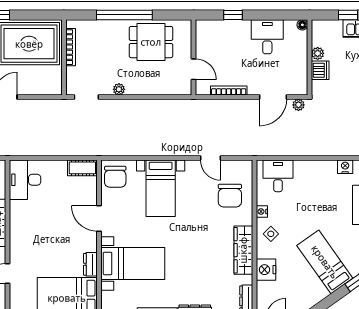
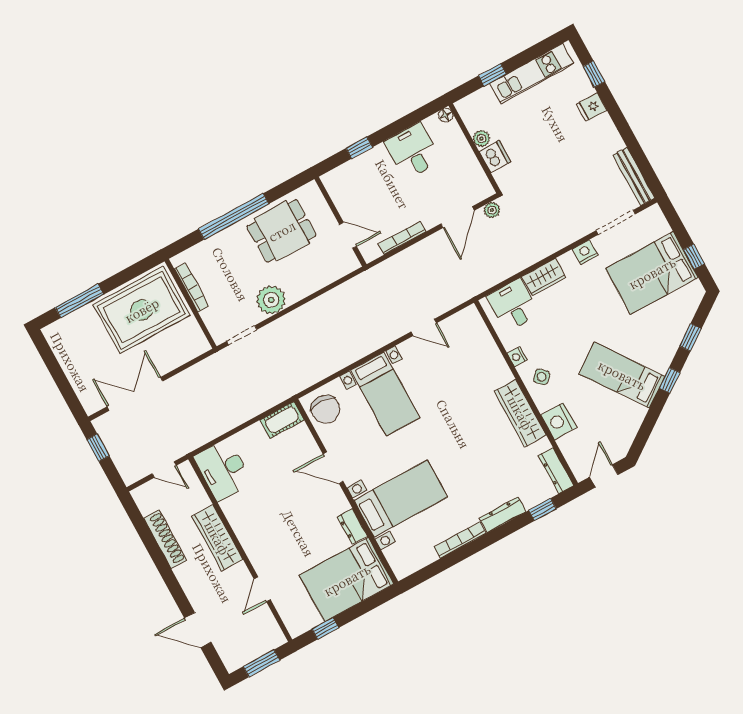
plant: (119, 89) -> (271, 300), width x1.88, depth x1.88
wardrobe: (309, 168) -> (544, 277), added
chair: (230, 196) -> (470, 359), removed

